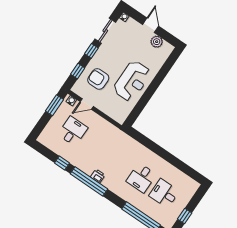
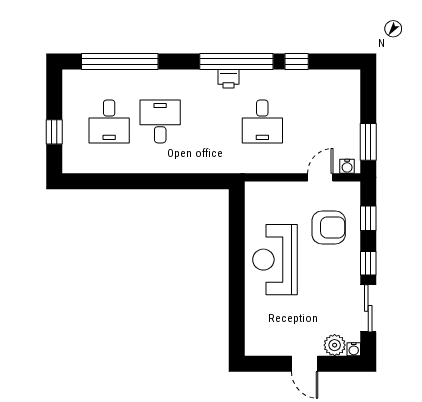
plant: (157, 42) -> (335, 345), moved
desk: (73, 131) -> (262, 121), moved
desk: (164, 193) -> (109, 121), turned 90
window: (185, 216) -> (54, 132), moved

